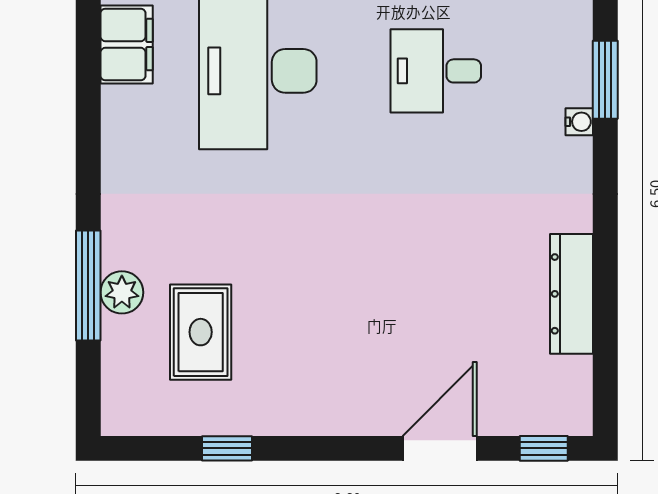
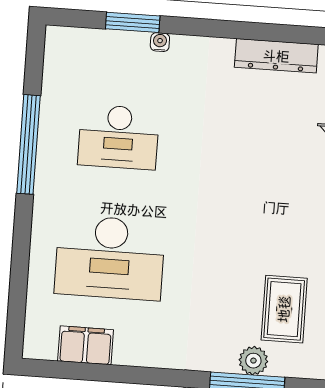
desk: (436, 71) -> (118, 137), width x1.37
rug: (201, 332) -> (284, 309), turned 90

